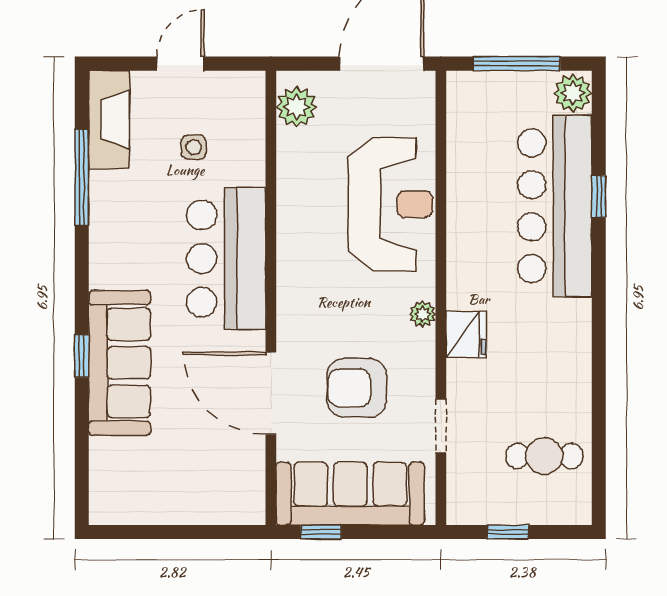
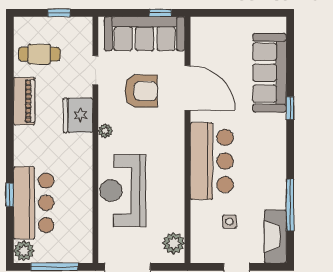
bar counter: (555, 206) -> (34, 203), width x0.73
fridge: (466, 335) -> (78, 115), width x1.36, depth x1.34
sofa: (120, 363) -> (270, 73), moved
piano: (572, 369) -> (24, 101), added

